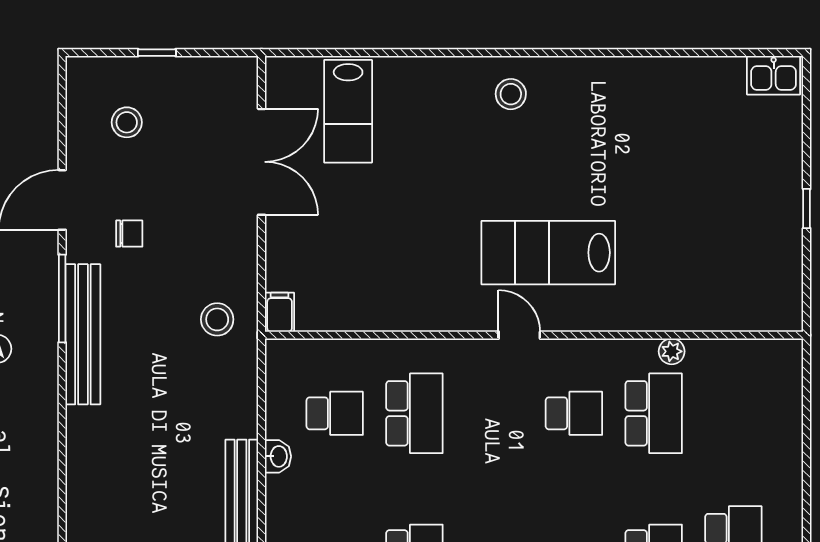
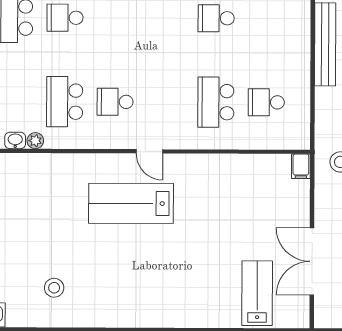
stool: (511, 94) -> (54, 288), moved
lab bench: (548, 253) -> (131, 203), turned 180
plant: (672, 351) -> (35, 141), moved
washbasin: (278, 456) -> (15, 140), moved, turned 90

